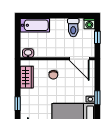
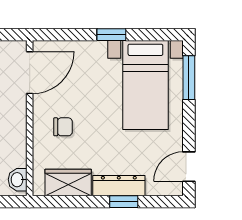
dresser: (25, 101) -> (119, 186), added

